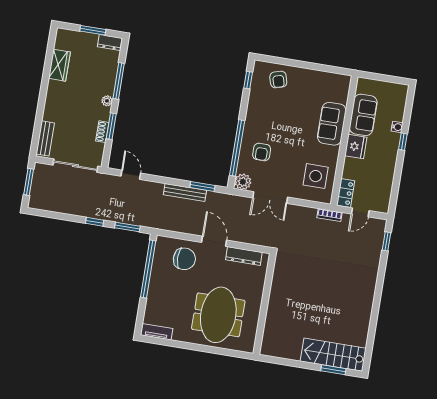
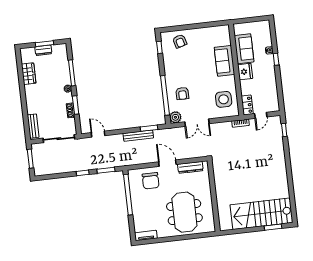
dresser: (110, 42) -> (43, 50), moved
chair: (184, 259) -> (151, 181), turned 90
stairs: (333, 355) -> (261, 214), width x1.36, depth x1.51

